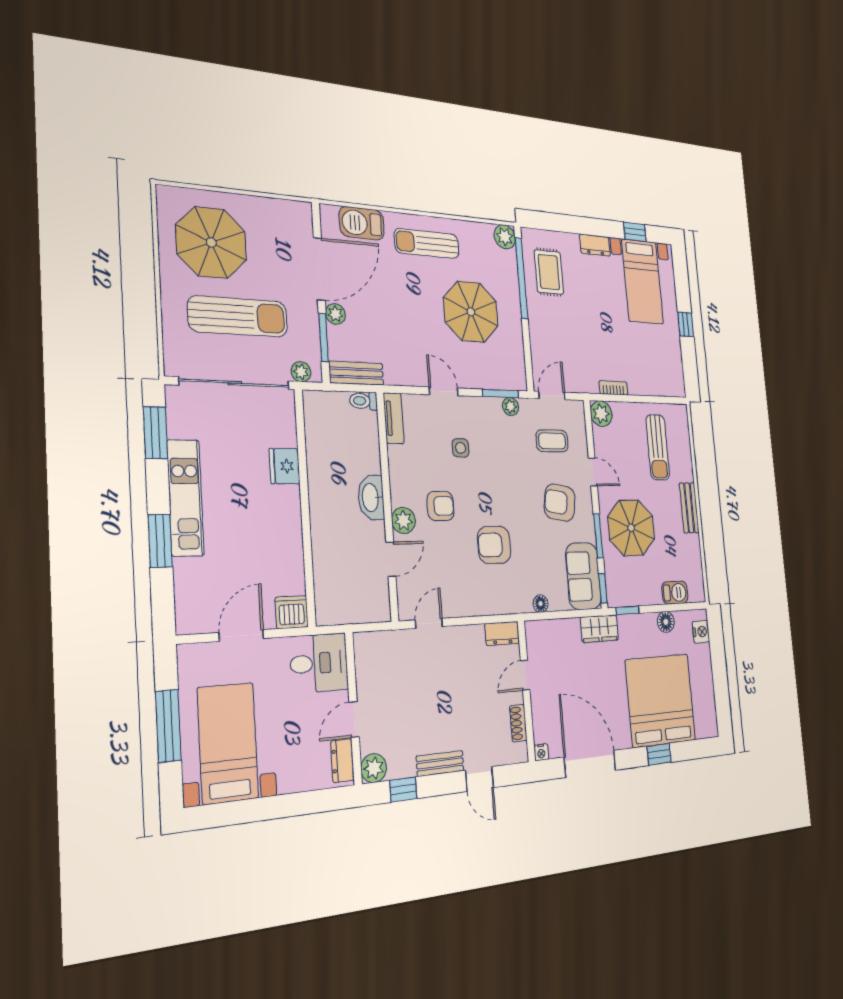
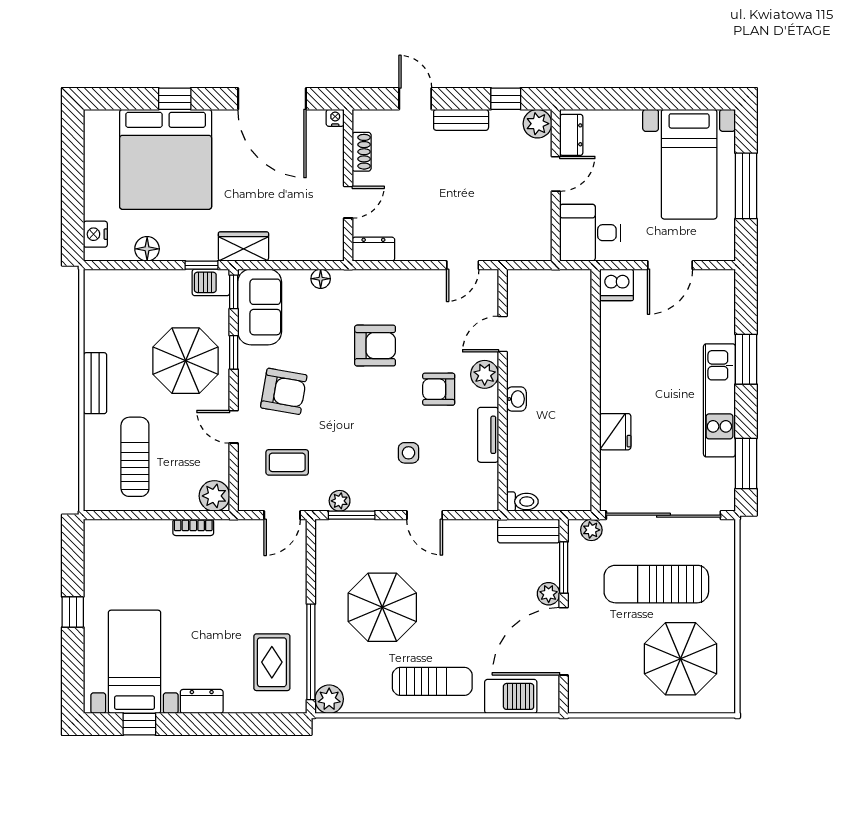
tv unit: (394, 418) -> (488, 435), moved
washbasin: (371, 498) -> (516, 399), width x0.52, depth x0.69
window: (598, 536) -> (234, 352), width x0.67
barbecue: (675, 593) -> (211, 282), moved

